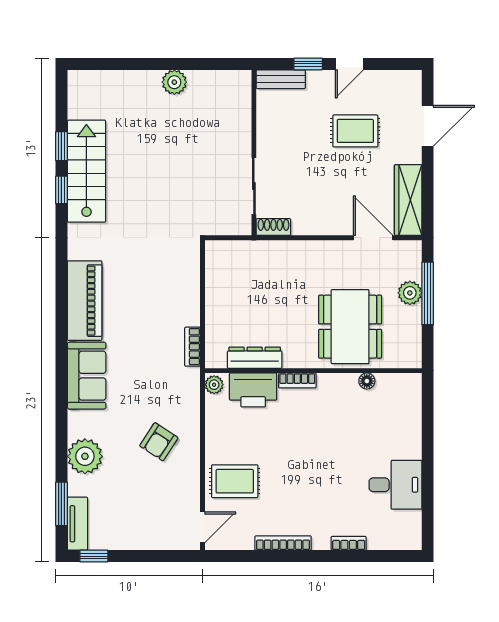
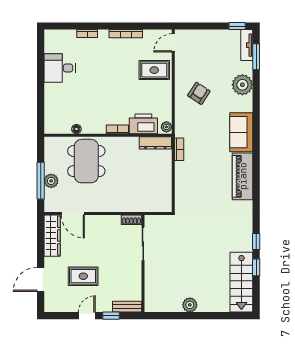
stairs: (86, 171) -> (241, 282), moved
dresser: (255, 358) -> (155, 143), moved

